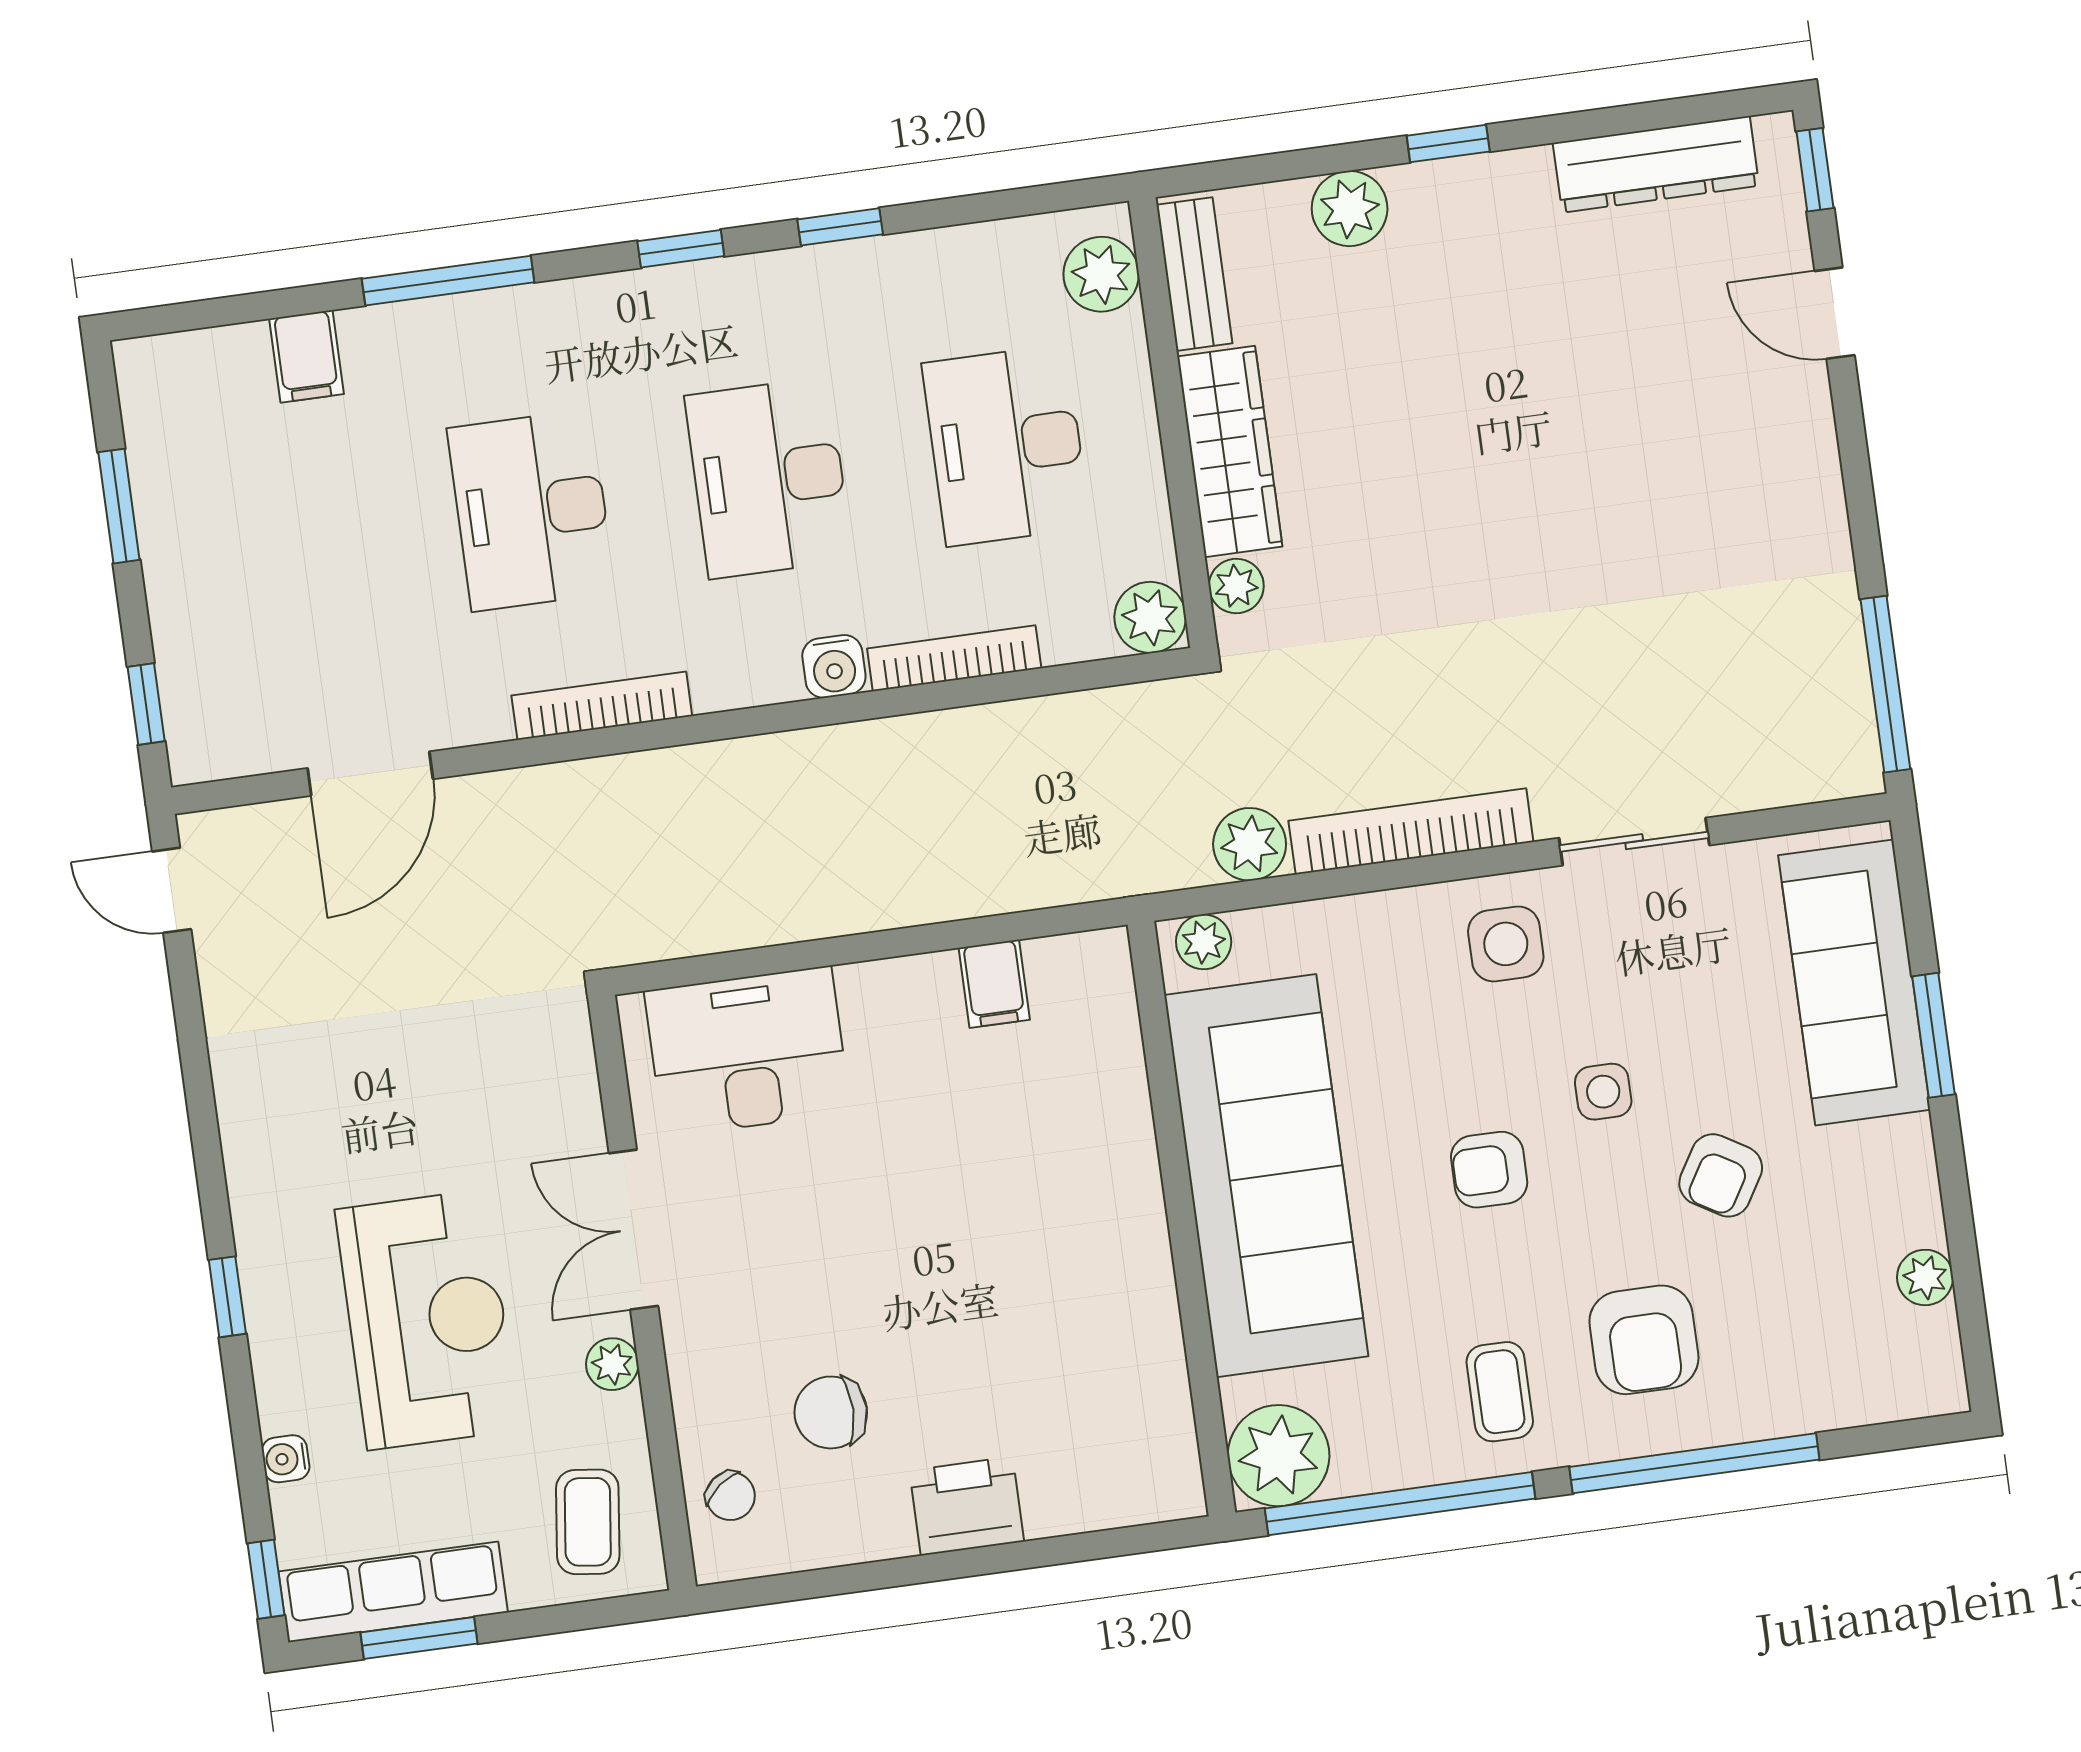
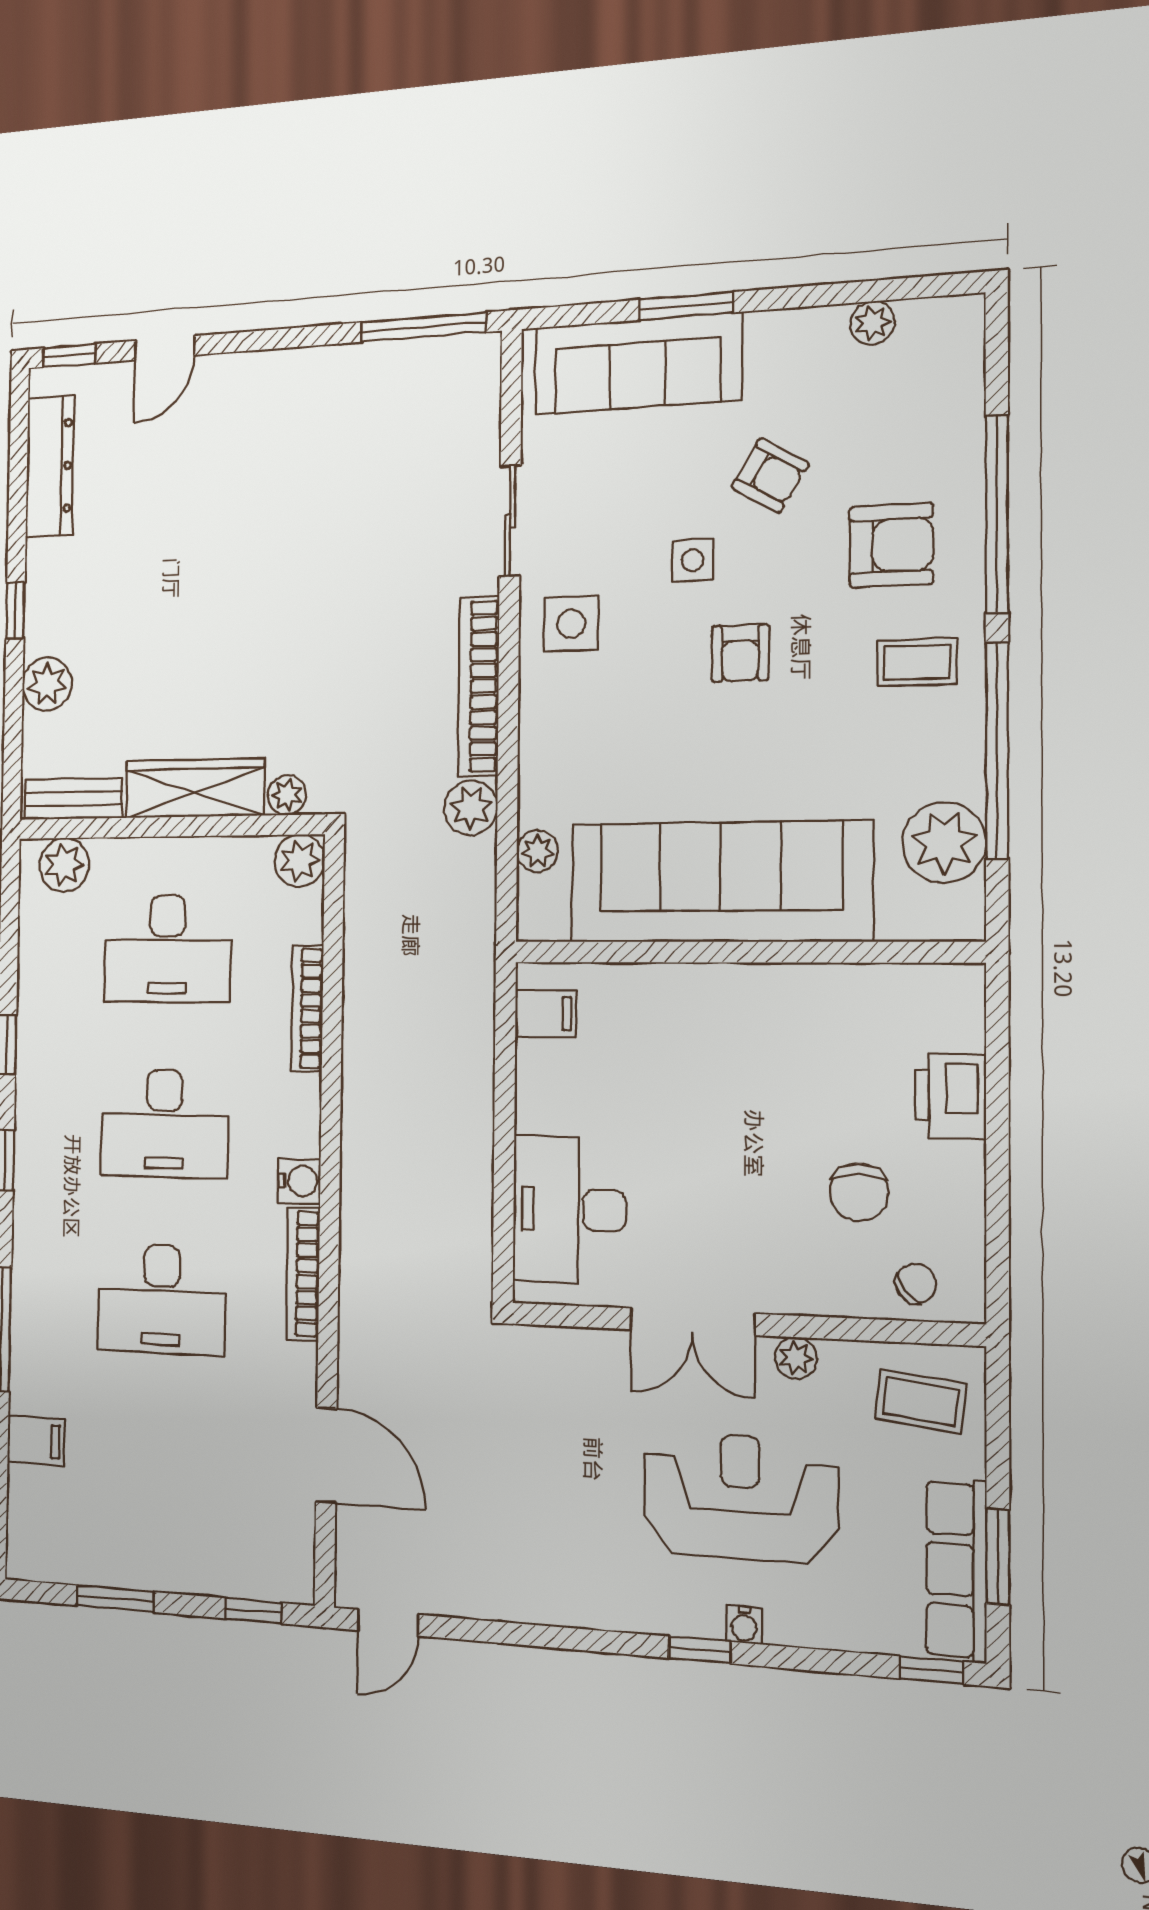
water cooler: (834, 666) -> (299, 1181), moved
sofa: (1266, 1176) -> (720, 882), moved
wall: (1181, 1219) -> (744, 952), moved
water cooler: (286, 1459) -> (744, 1625), moved

